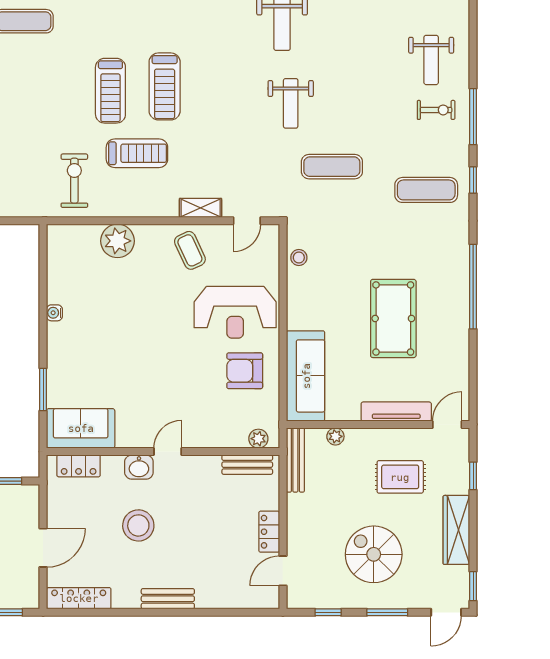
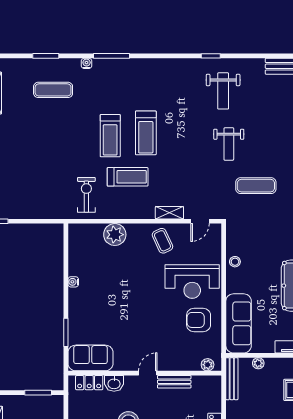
stool: (299, 258) -> (235, 262), moved
bench: (247, 465) -> (174, 382), moved
washbasin: (139, 467) -> (114, 383), moved

